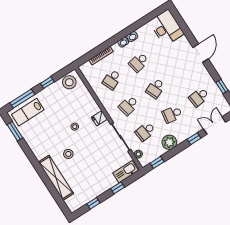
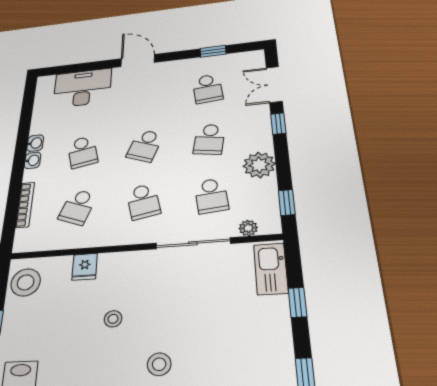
desk: (167, 28) -> (82, 88), moved
school desk: (112, 80) -> (78, 207), turned 45
school desk: (155, 88) -> (145, 146), turned 45
fridge: (99, 118) -> (85, 267), moved

